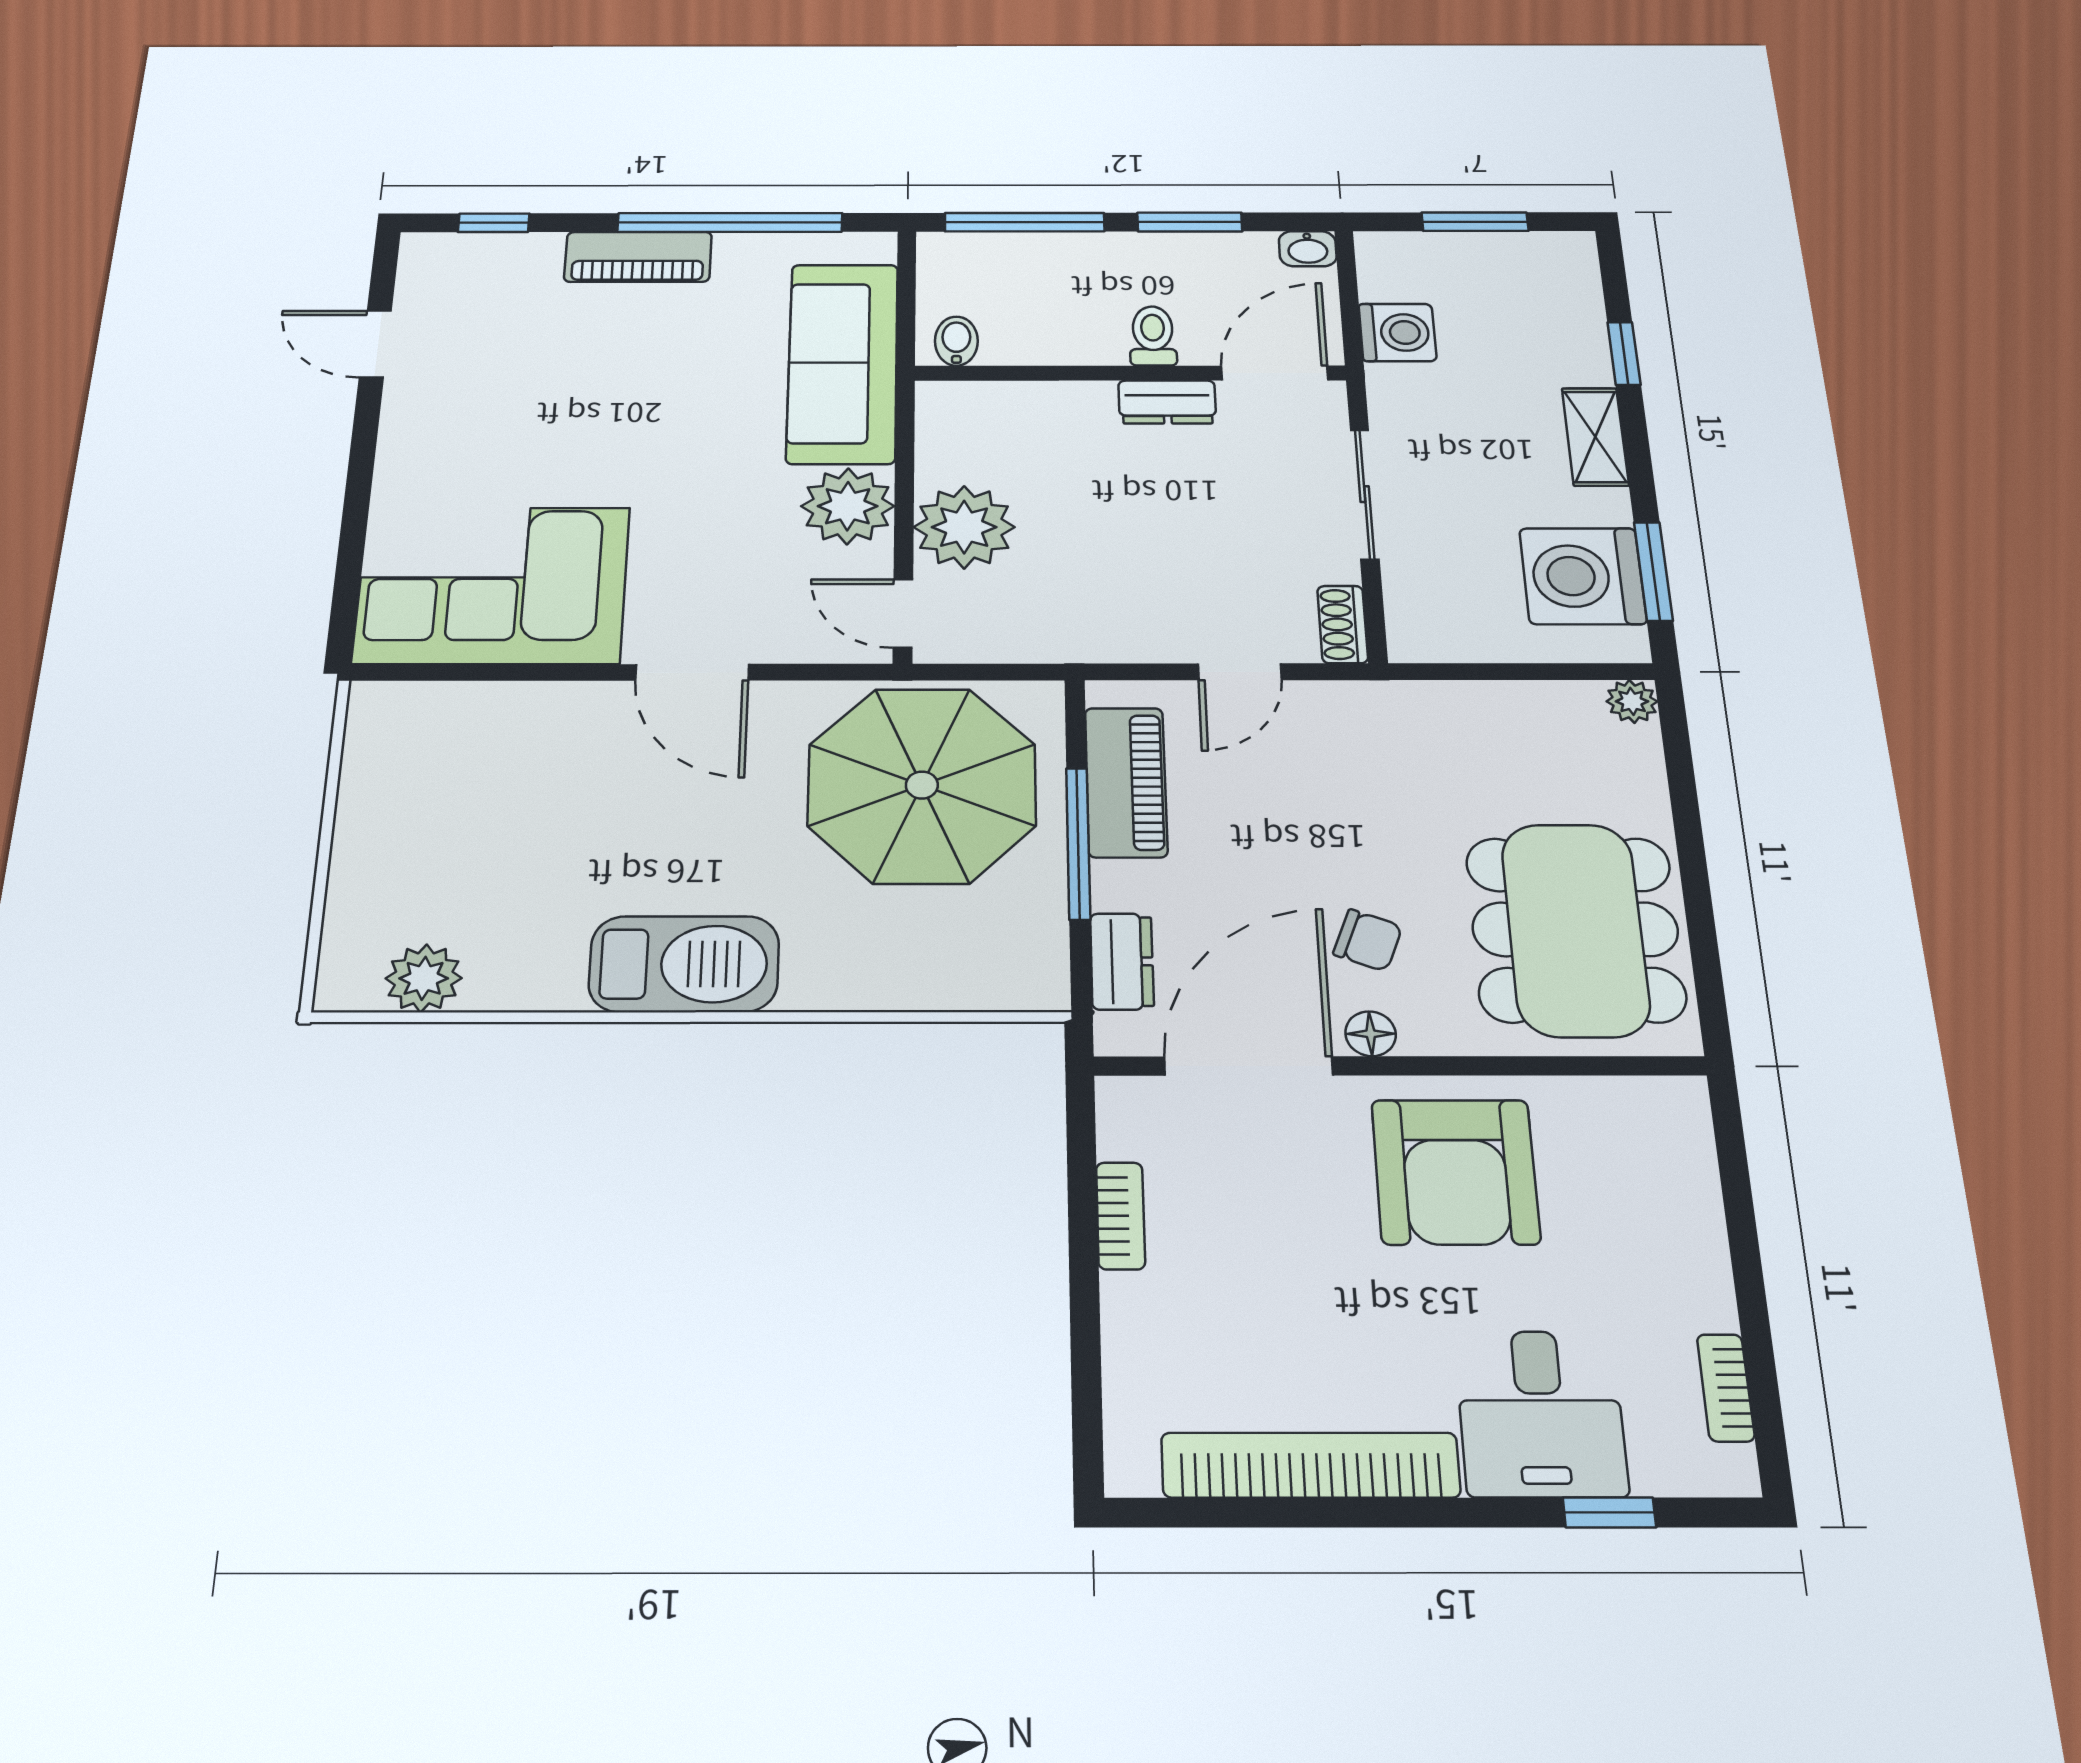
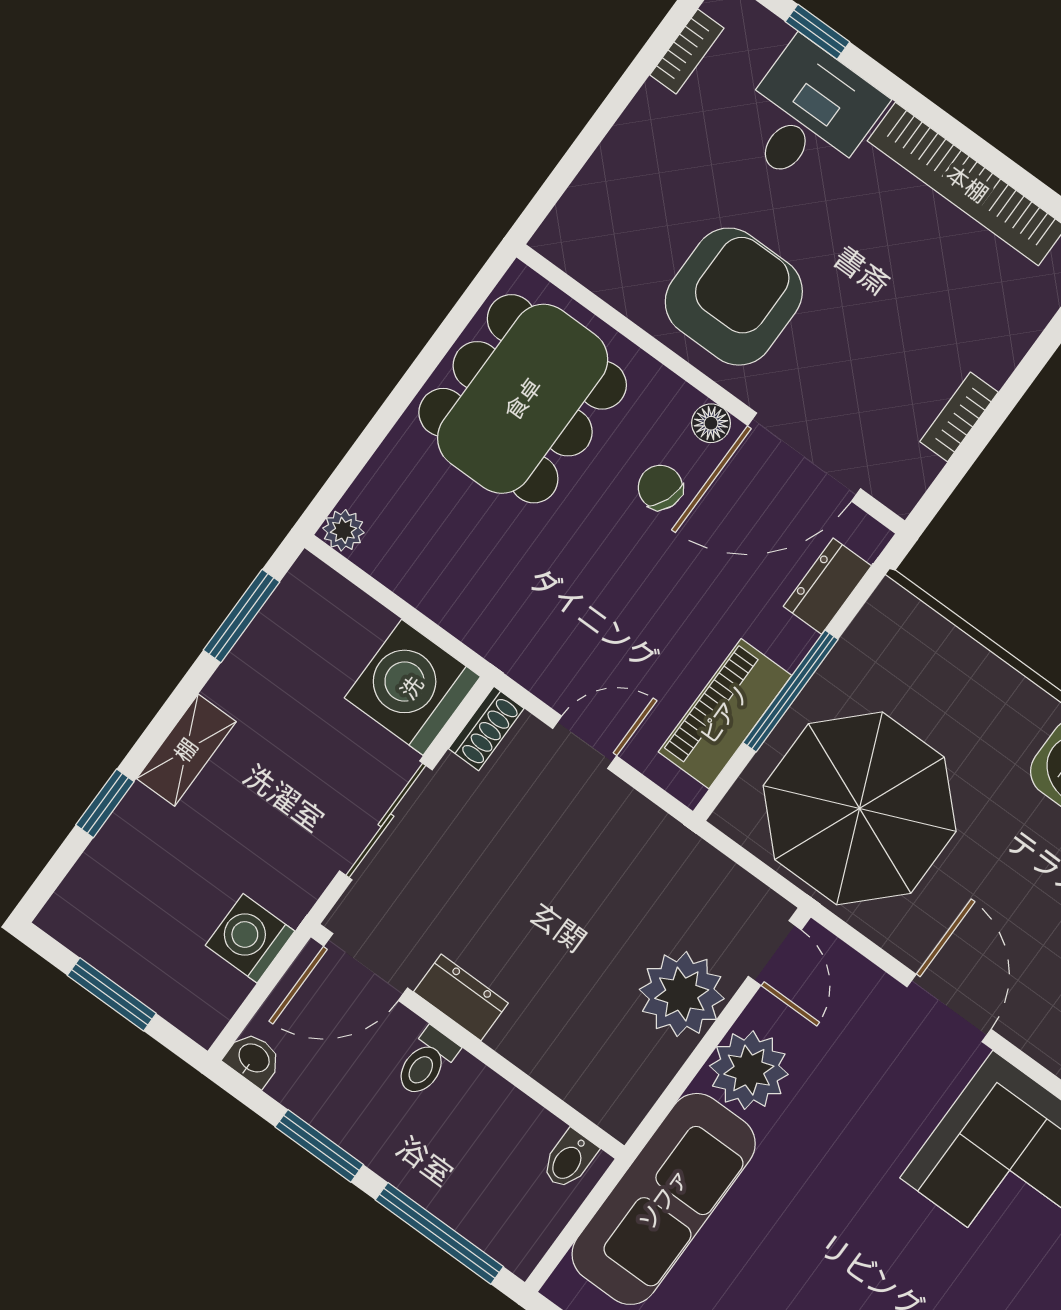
washing machine: (1583, 576) -> (412, 687), moved, turned 180

